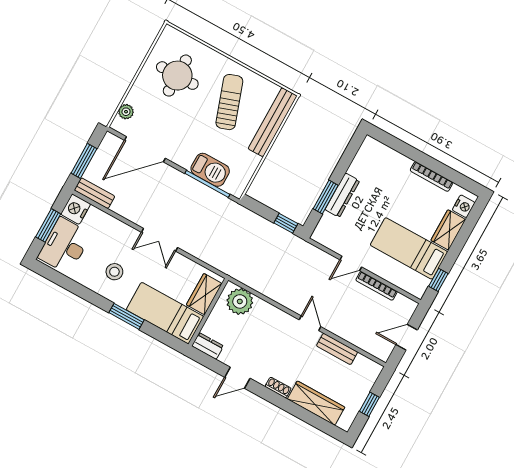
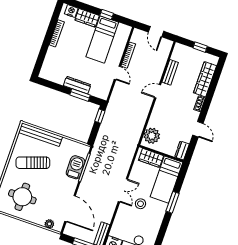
stool: (114, 272) -> (140, 204), moved
window: (438, 280) -> (107, 14), moved

